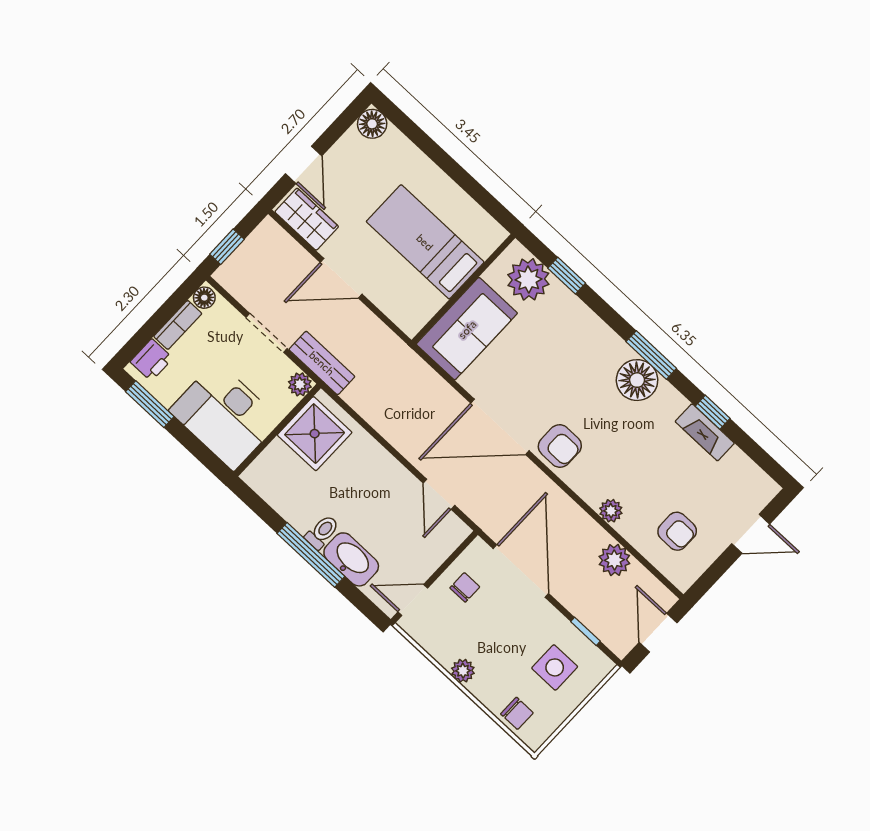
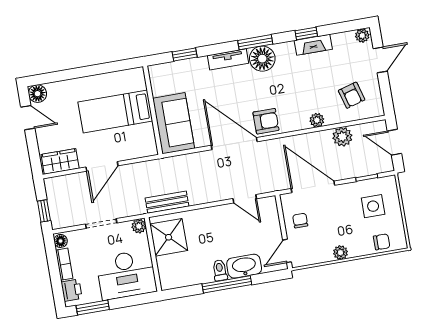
door: (304, 165) -> (28, 118), moved
plant: (528, 279) -> (362, 36), moved, width x0.53, depth x0.53
tv unit: (603, 336) -> (228, 59), added
bench: (322, 363) -> (167, 202), moved
door: (500, 427) -> (234, 144), swing flipped
armchair: (677, 531) -> (352, 95), turned 74

